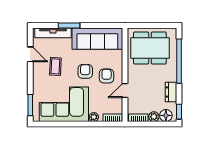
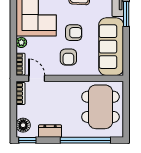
armchair: (107, 76) -> (68, 57), turned 90
door: (125, 90) -> (37, 78), moved
plant: (154, 117) -> (22, 111), removed

